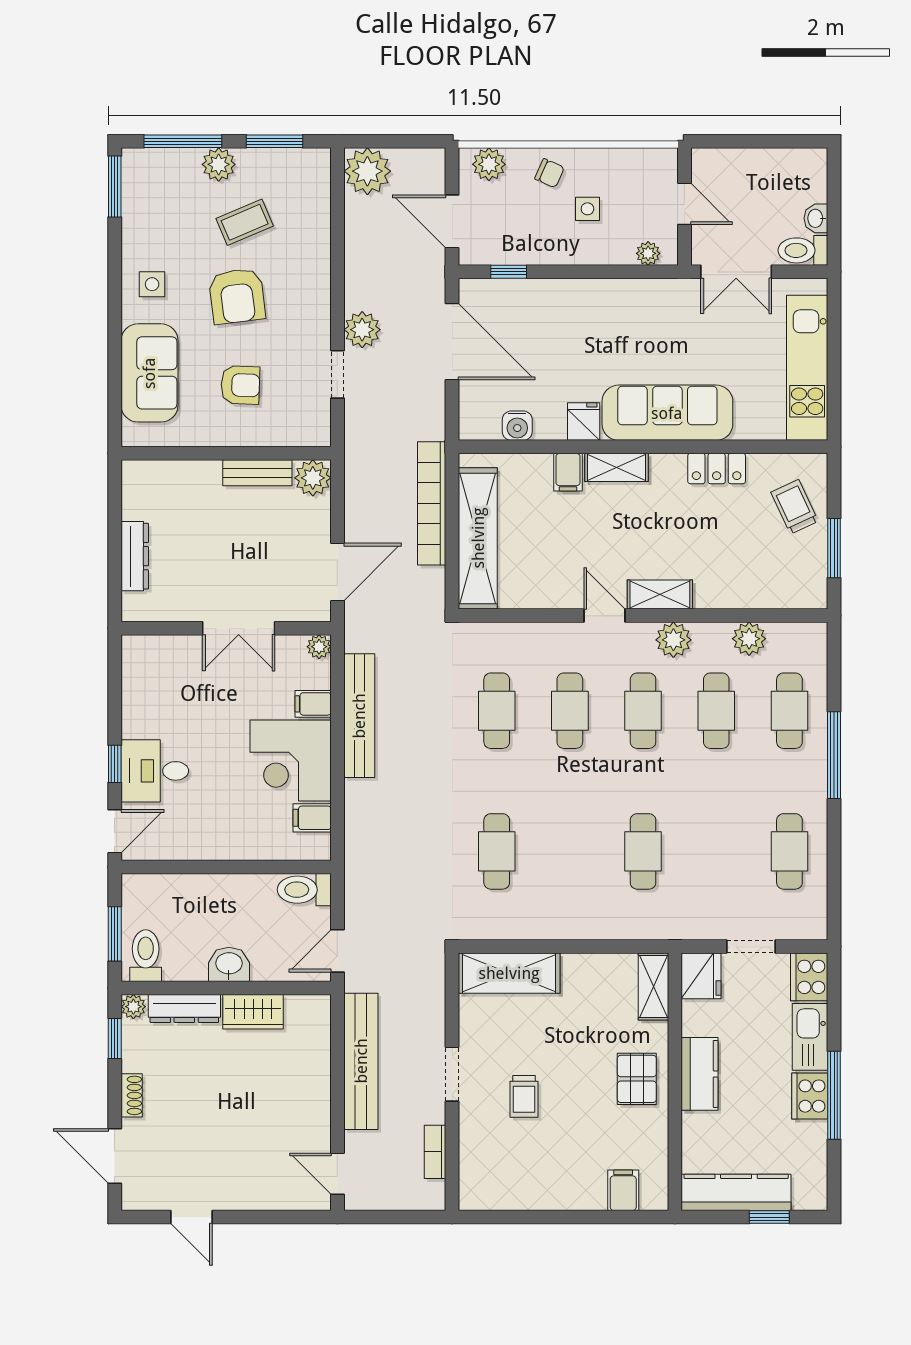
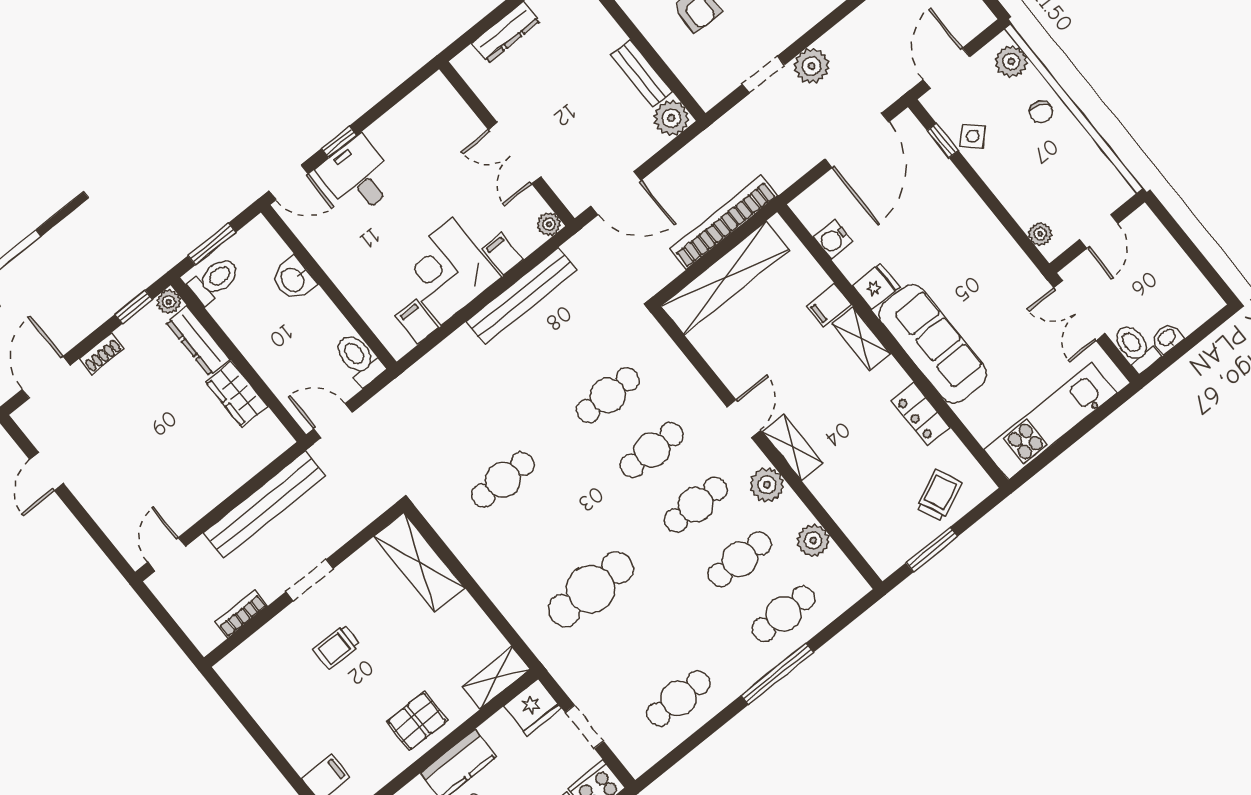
side table: (587, 209) -> (973, 136), moved, turned 45
cafe table: (643, 851) -> (591, 589), width x1.37, depth x1.35
washbasin: (229, 964) -> (293, 279), moved, turned 180

